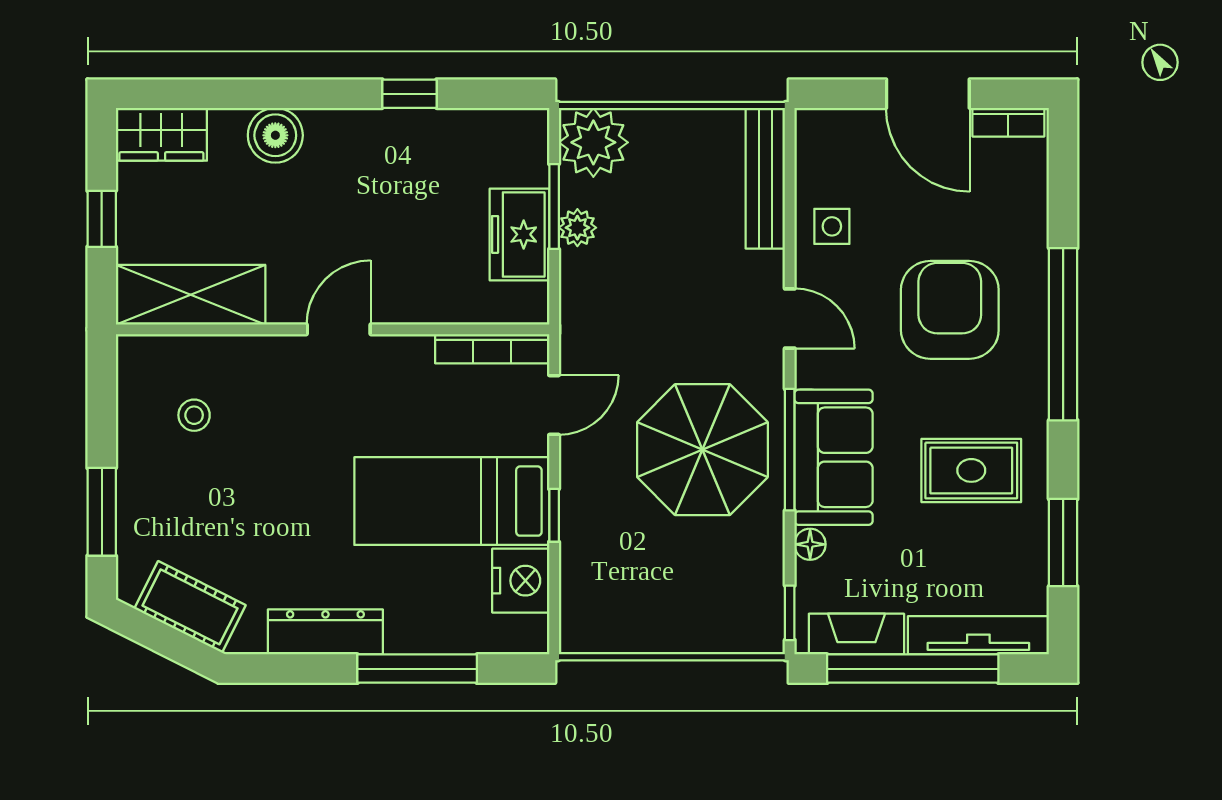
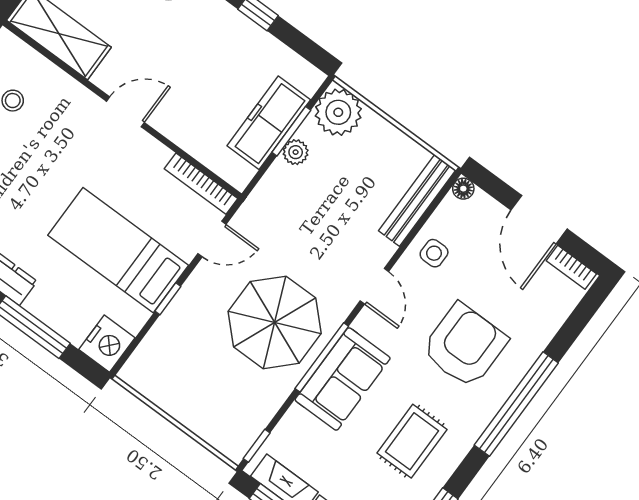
freezer: (520, 234) -> (269, 123), width x1.40
rug: (971, 470) -> (412, 441), turned 90
floor lamp: (810, 544) -> (463, 189), moved
nightstand: (521, 581) -> (107, 344), moved

